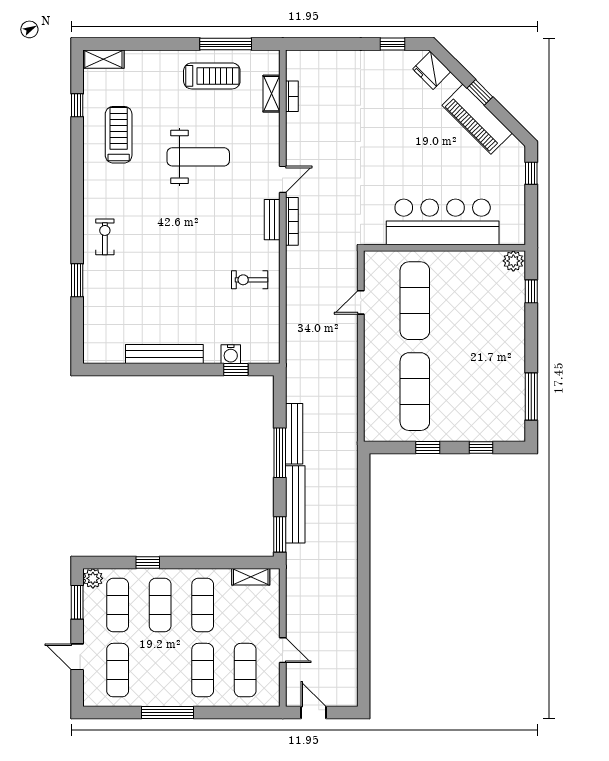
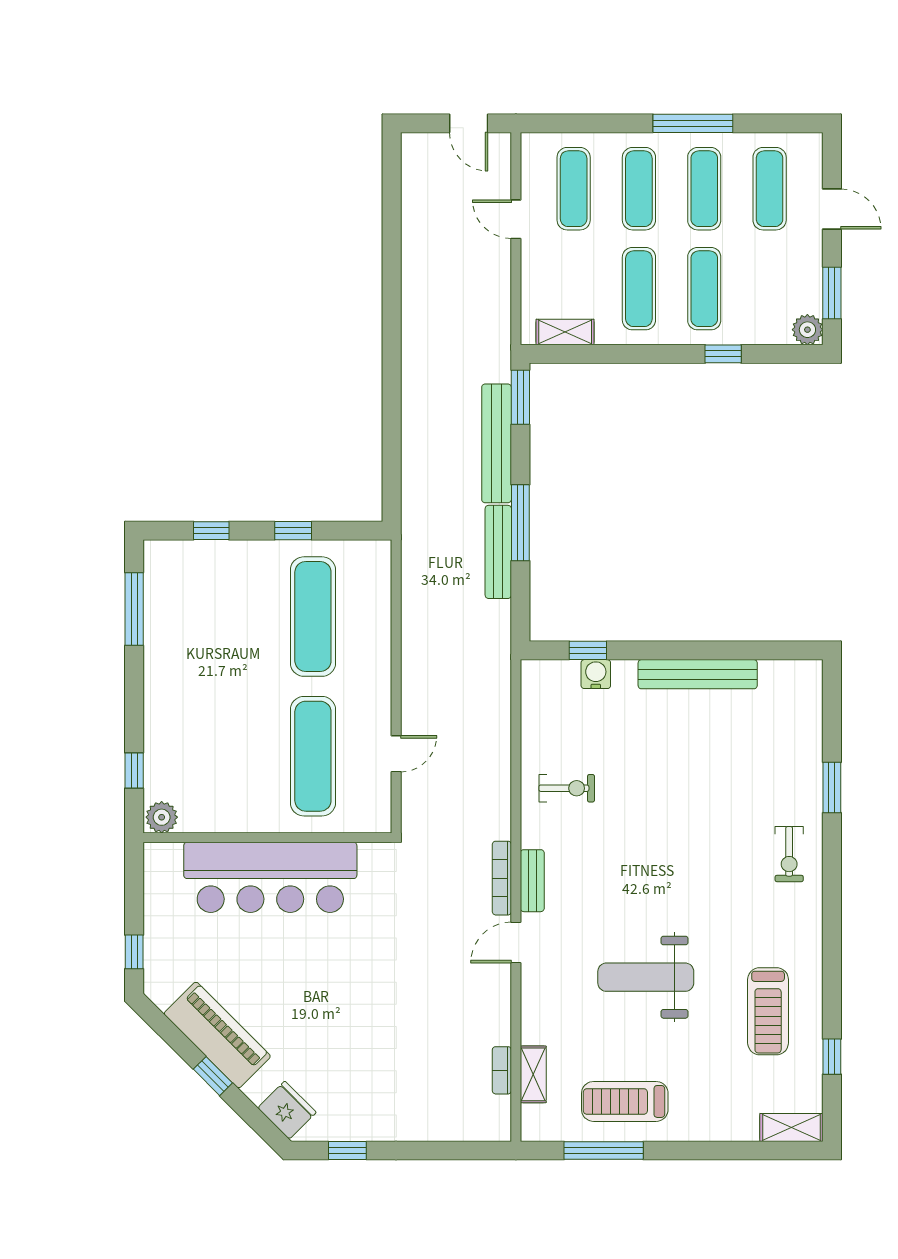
exercise mat: (118, 605) -> (704, 189), moved

